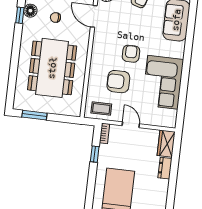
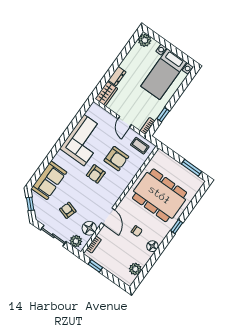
window: (20, 15) -> (177, 227), moved
dining table: (52, 68) -> (160, 195), turned 90

